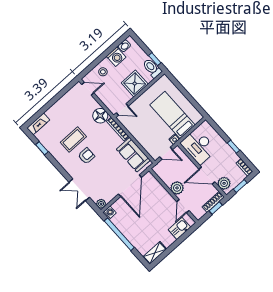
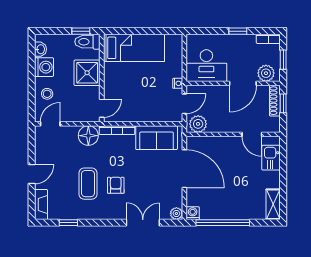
door: (50, 103) -> (32, 174), added
bed: (172, 115) -> (134, 48), moved, turned 180
plant: (177, 188) -> (198, 124), moved
double door: (79, 190) -> (143, 223), swing flipped

